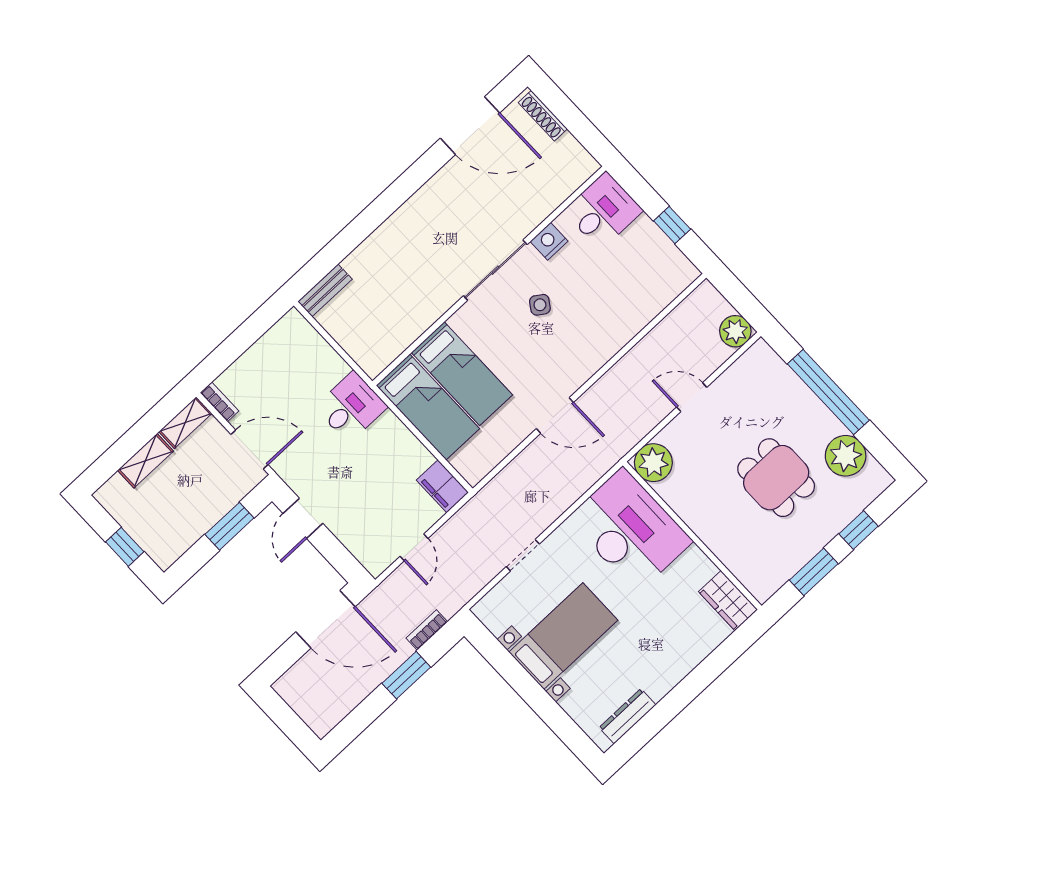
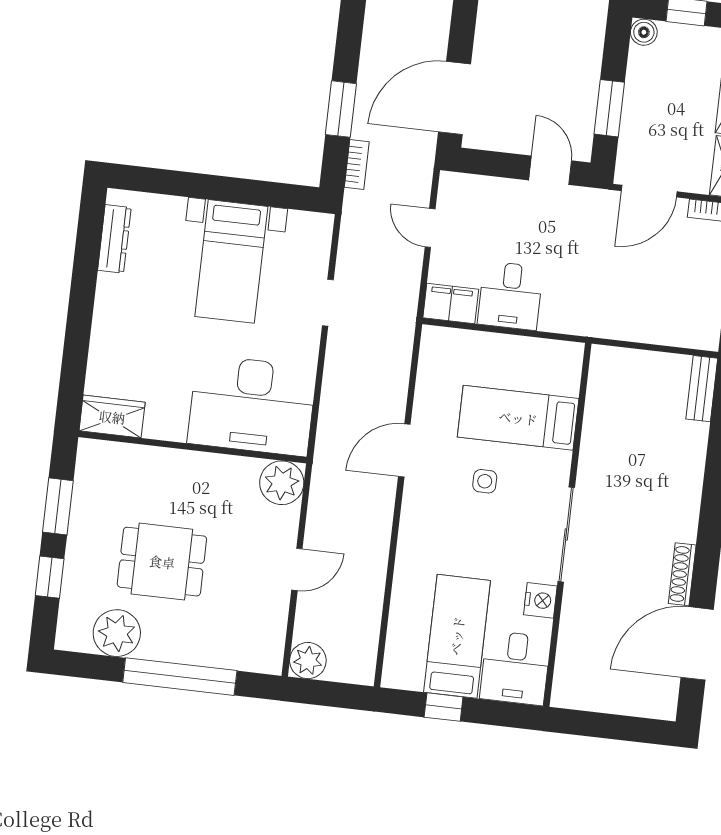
shoe rack: (543, 116) -> (682, 574), moved, turned -90
side table: (540, 305) -> (485, 481), moved, turned -34
desk: (351, 407) -> (510, 296), moved
bed: (428, 407) -> (457, 636), moved, turned 90
boiler: (164, 557) -> (644, 32), added

